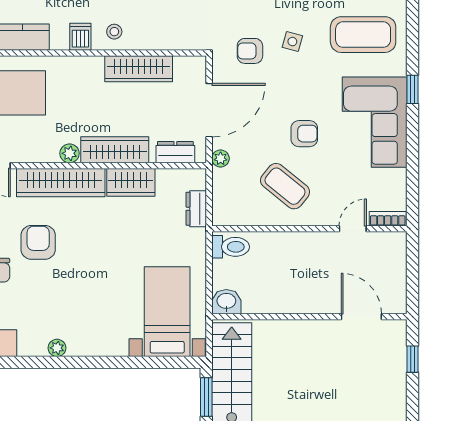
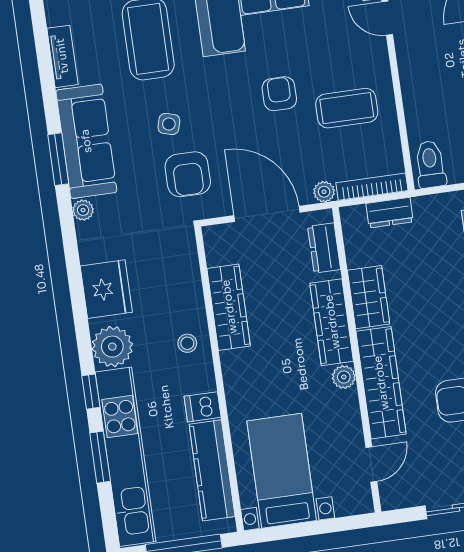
dishwasher: (80, 37) -> (203, 407), moved
armchair: (250, 51) -> (188, 174), width x1.38, depth x1.38
coffee table: (285, 186) -> (347, 108), turned 51
bookcase: (219, 197) -> (372, 187), added

